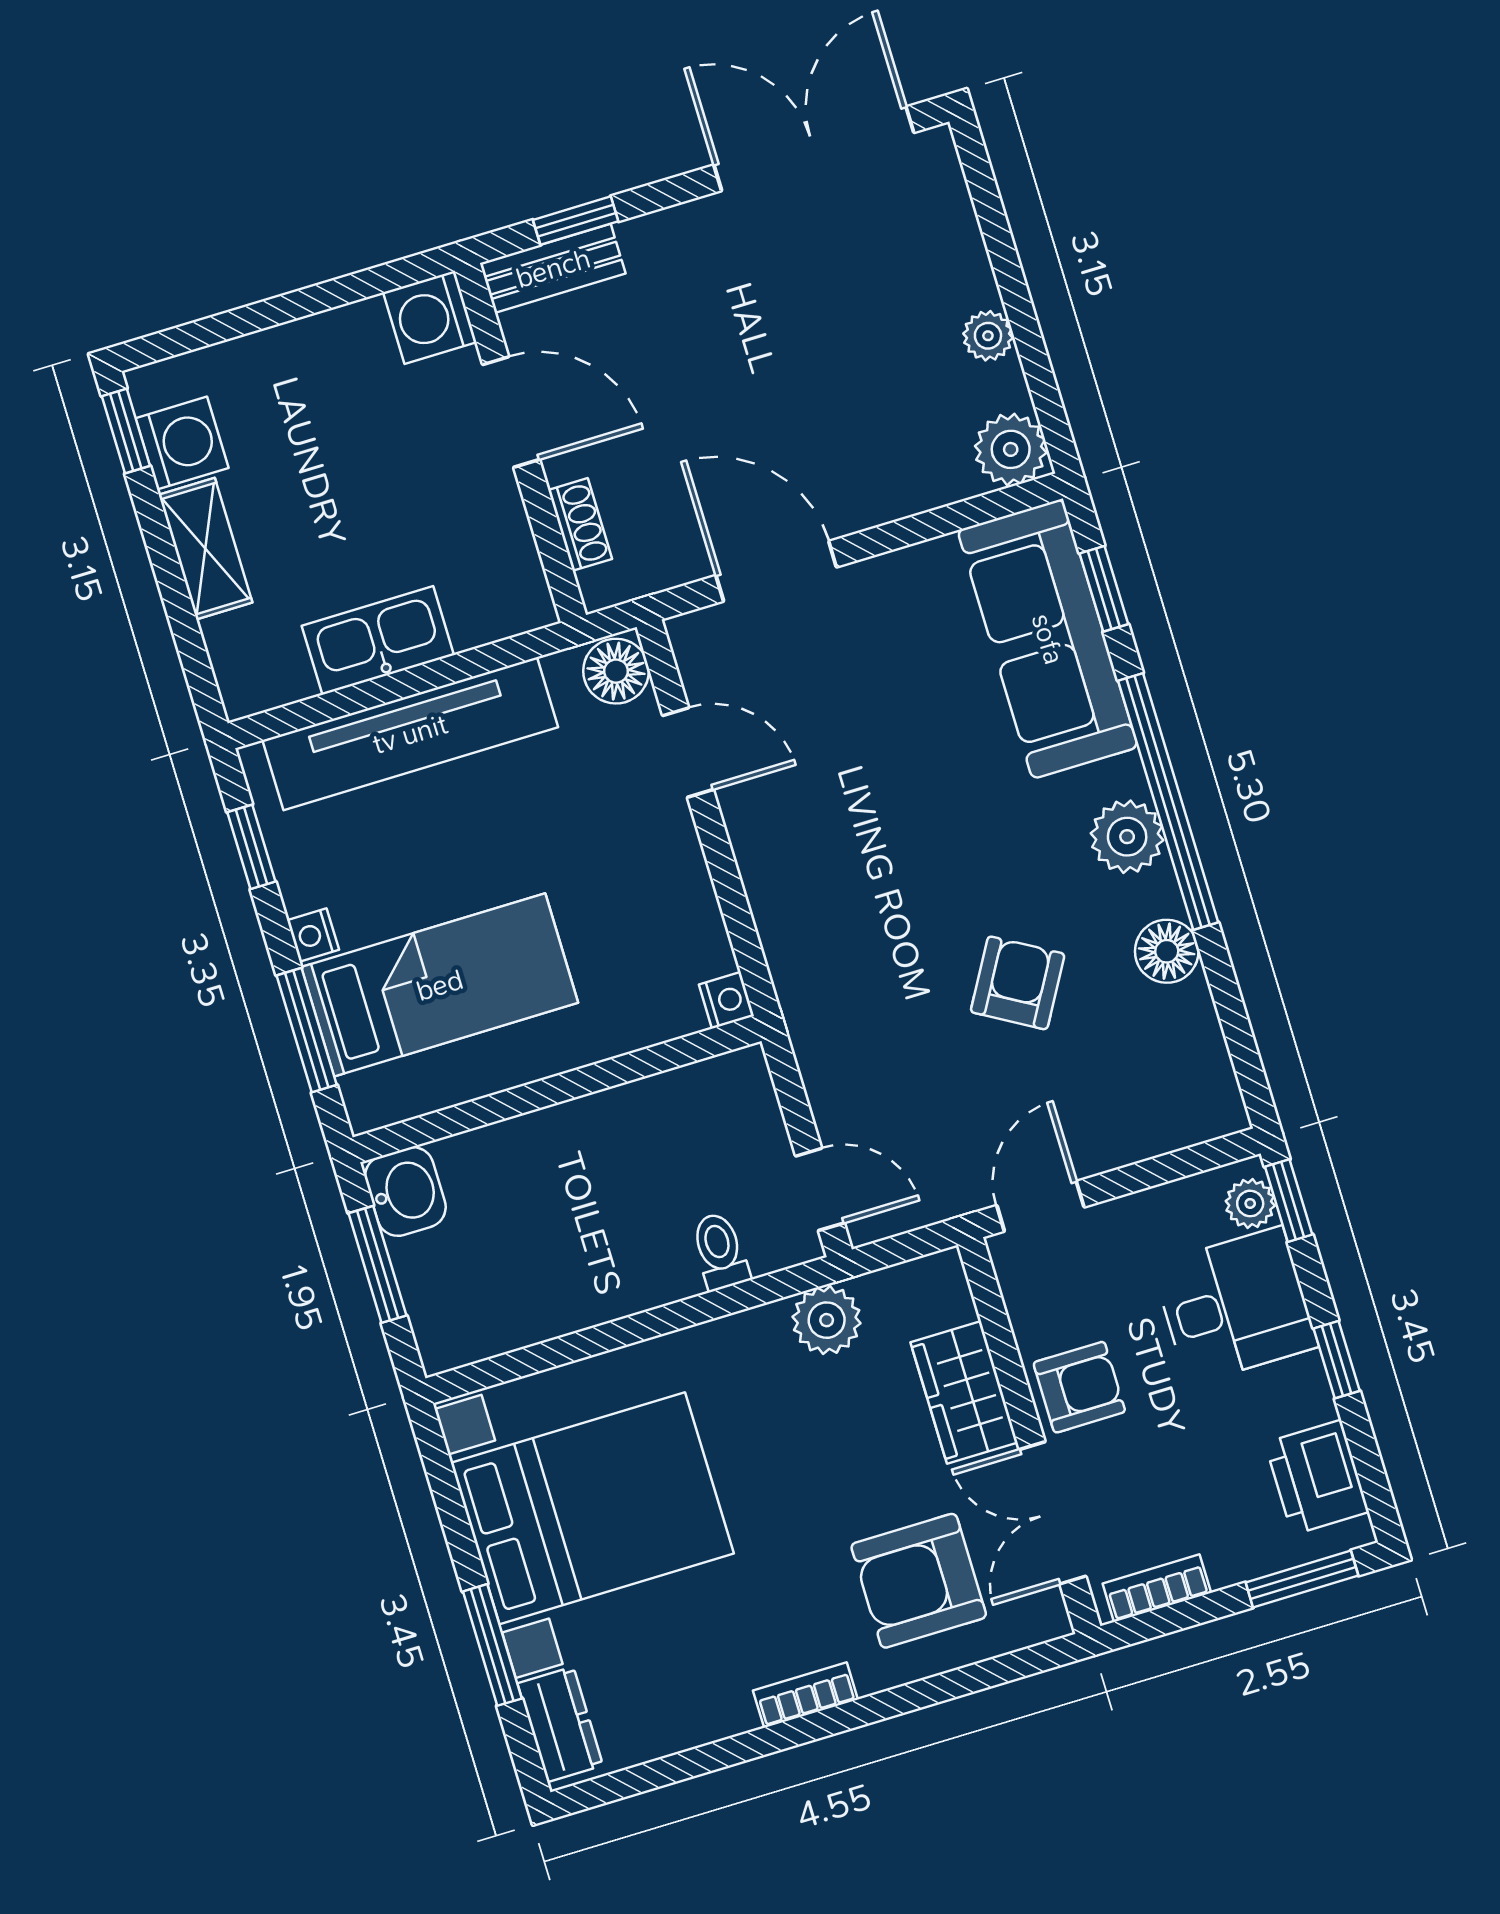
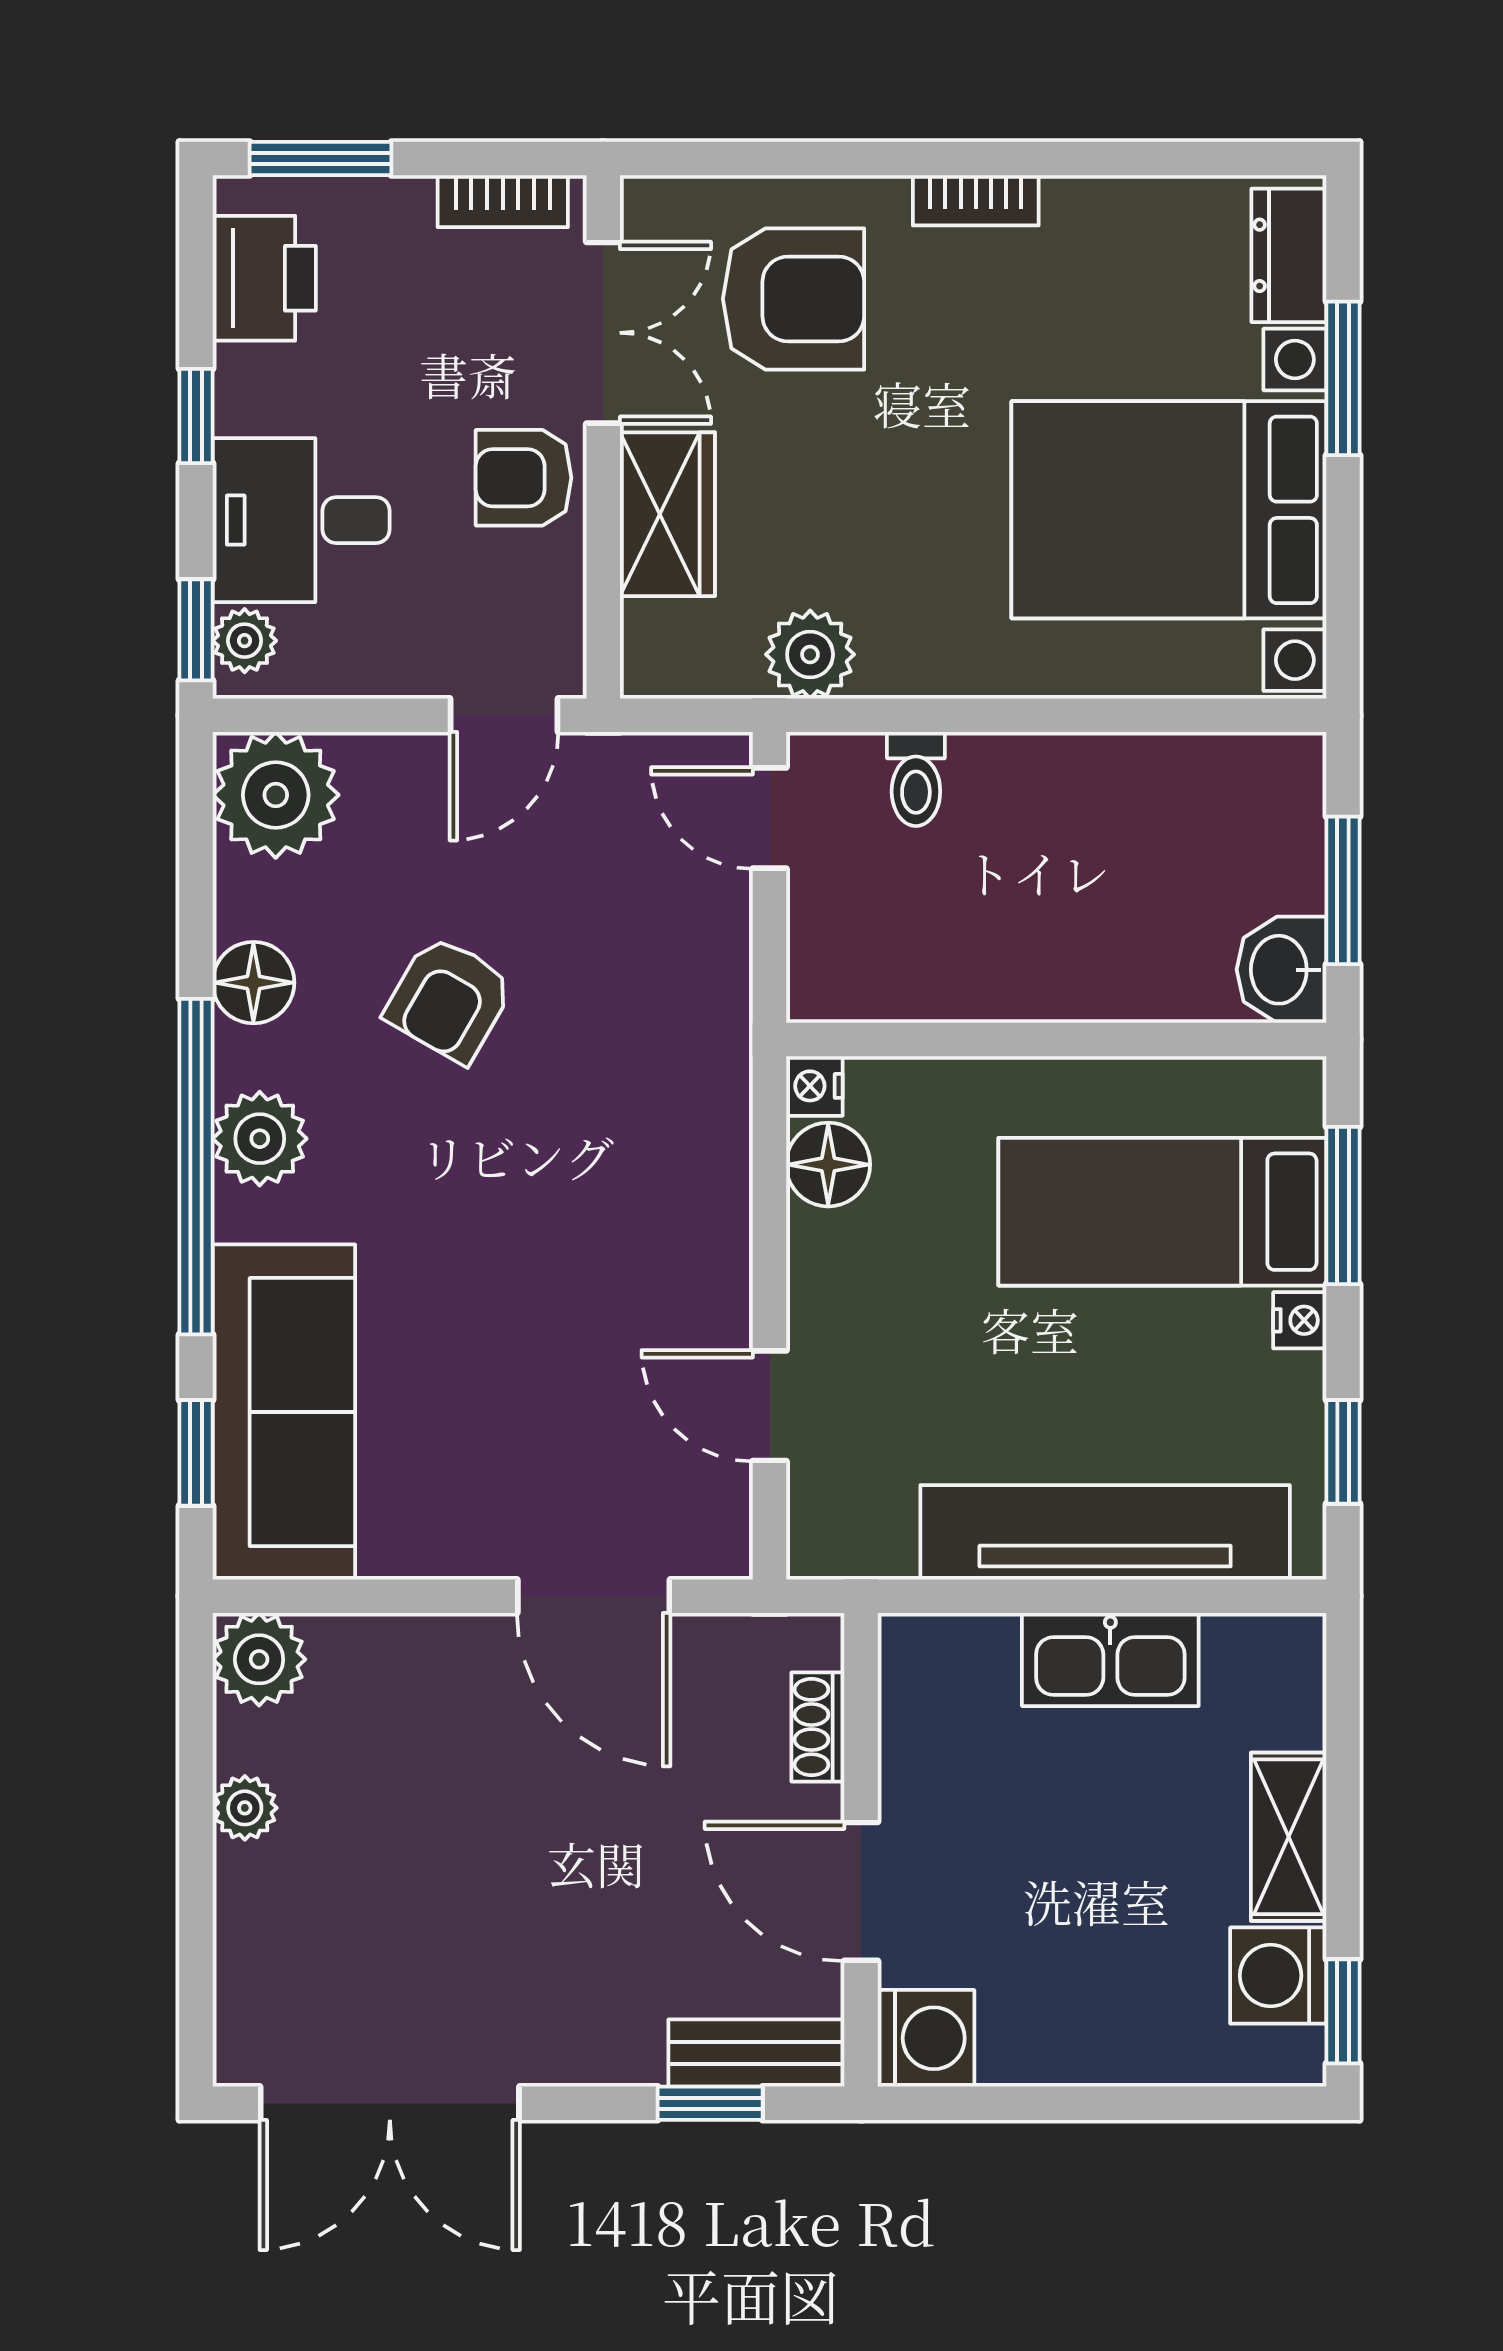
floor lamp: (616, 671) -> (828, 1165), moved
plant: (1192, 1096) -> (276, 795), added

